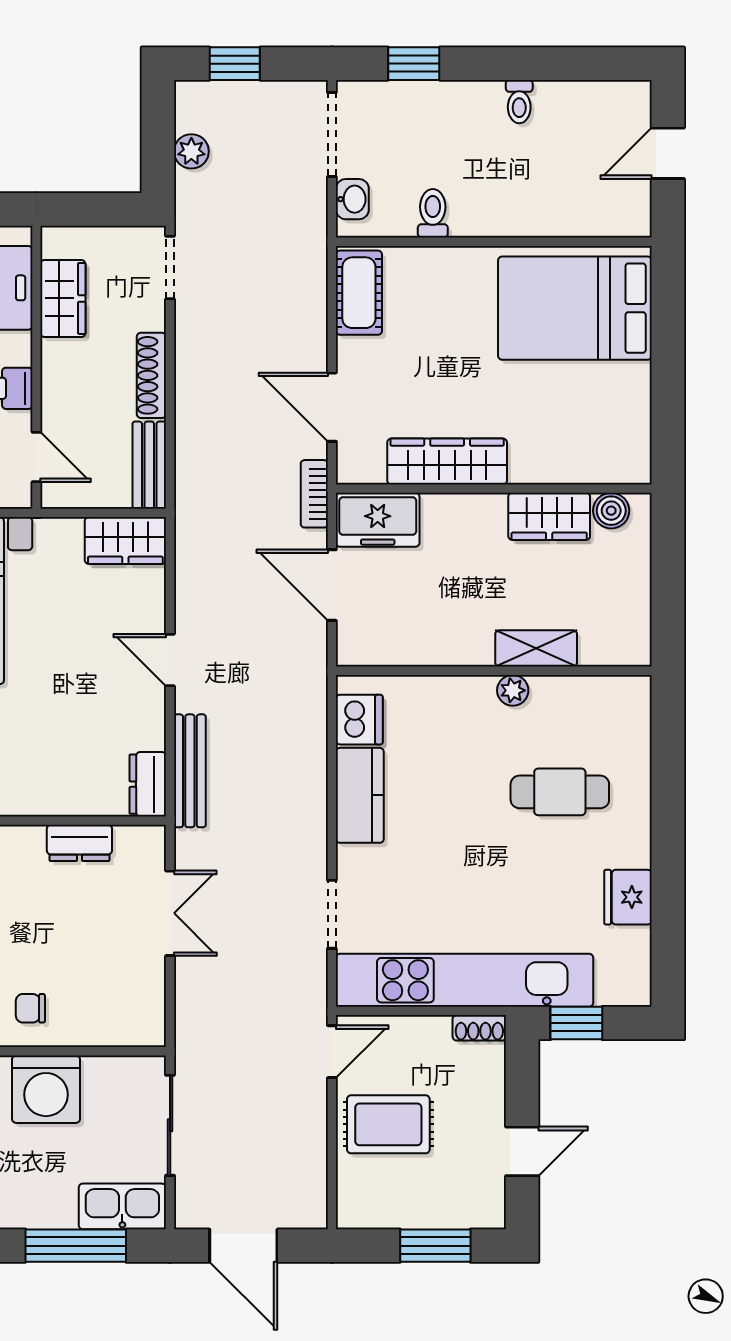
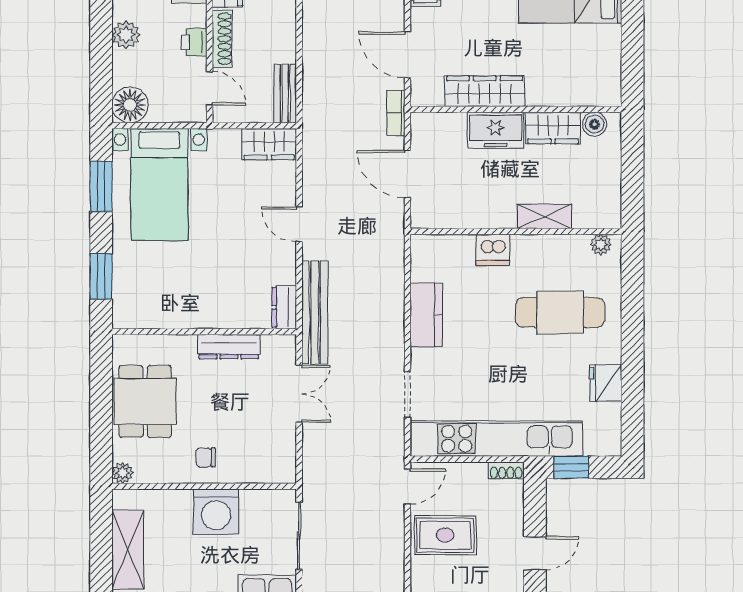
shoe rack: (151, 375) -> (222, 39), moved, turned 180
freezer: (378, 520) -> (496, 130), moved
plant: (513, 690) -> (601, 245), moved
dishwasher: (359, 720) -> (493, 250), moved, turned 90
bench: (190, 771) -> (315, 312), width x1.37, depth x1.21
cafe table: (560, 792) -> (560, 313), width x1.37, depth x1.35
dresser: (79, 843) -> (229, 347), width x1.44

